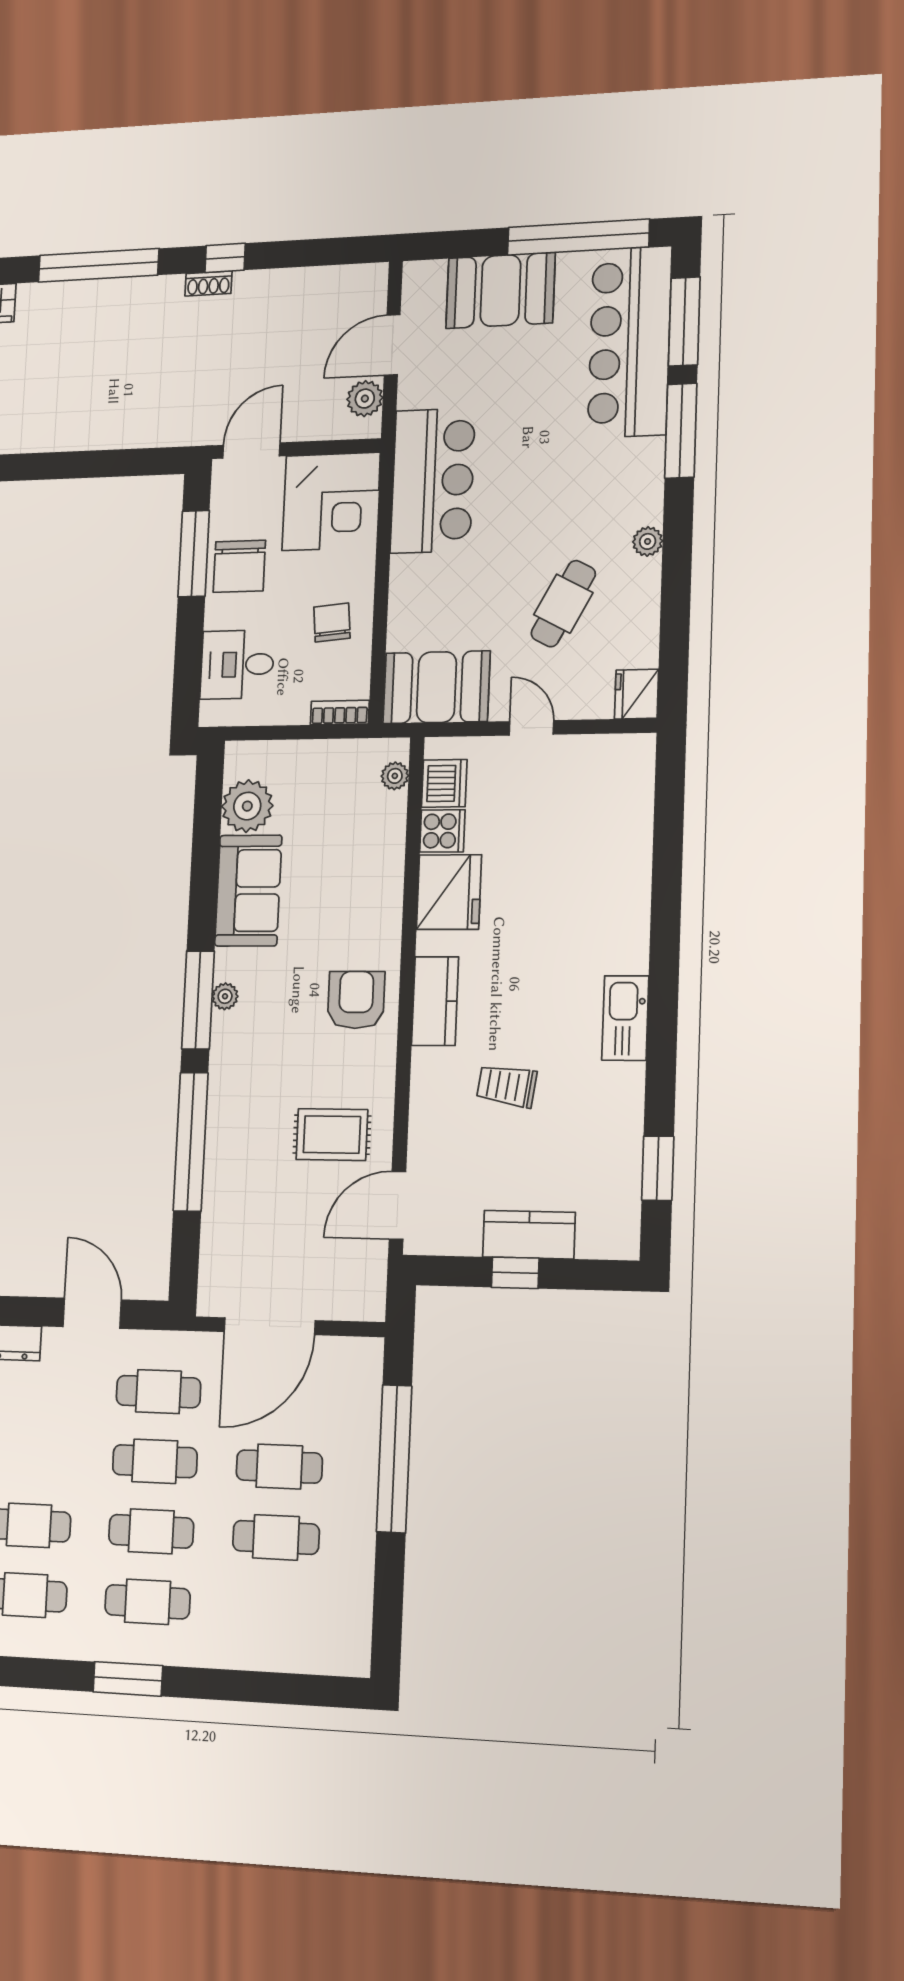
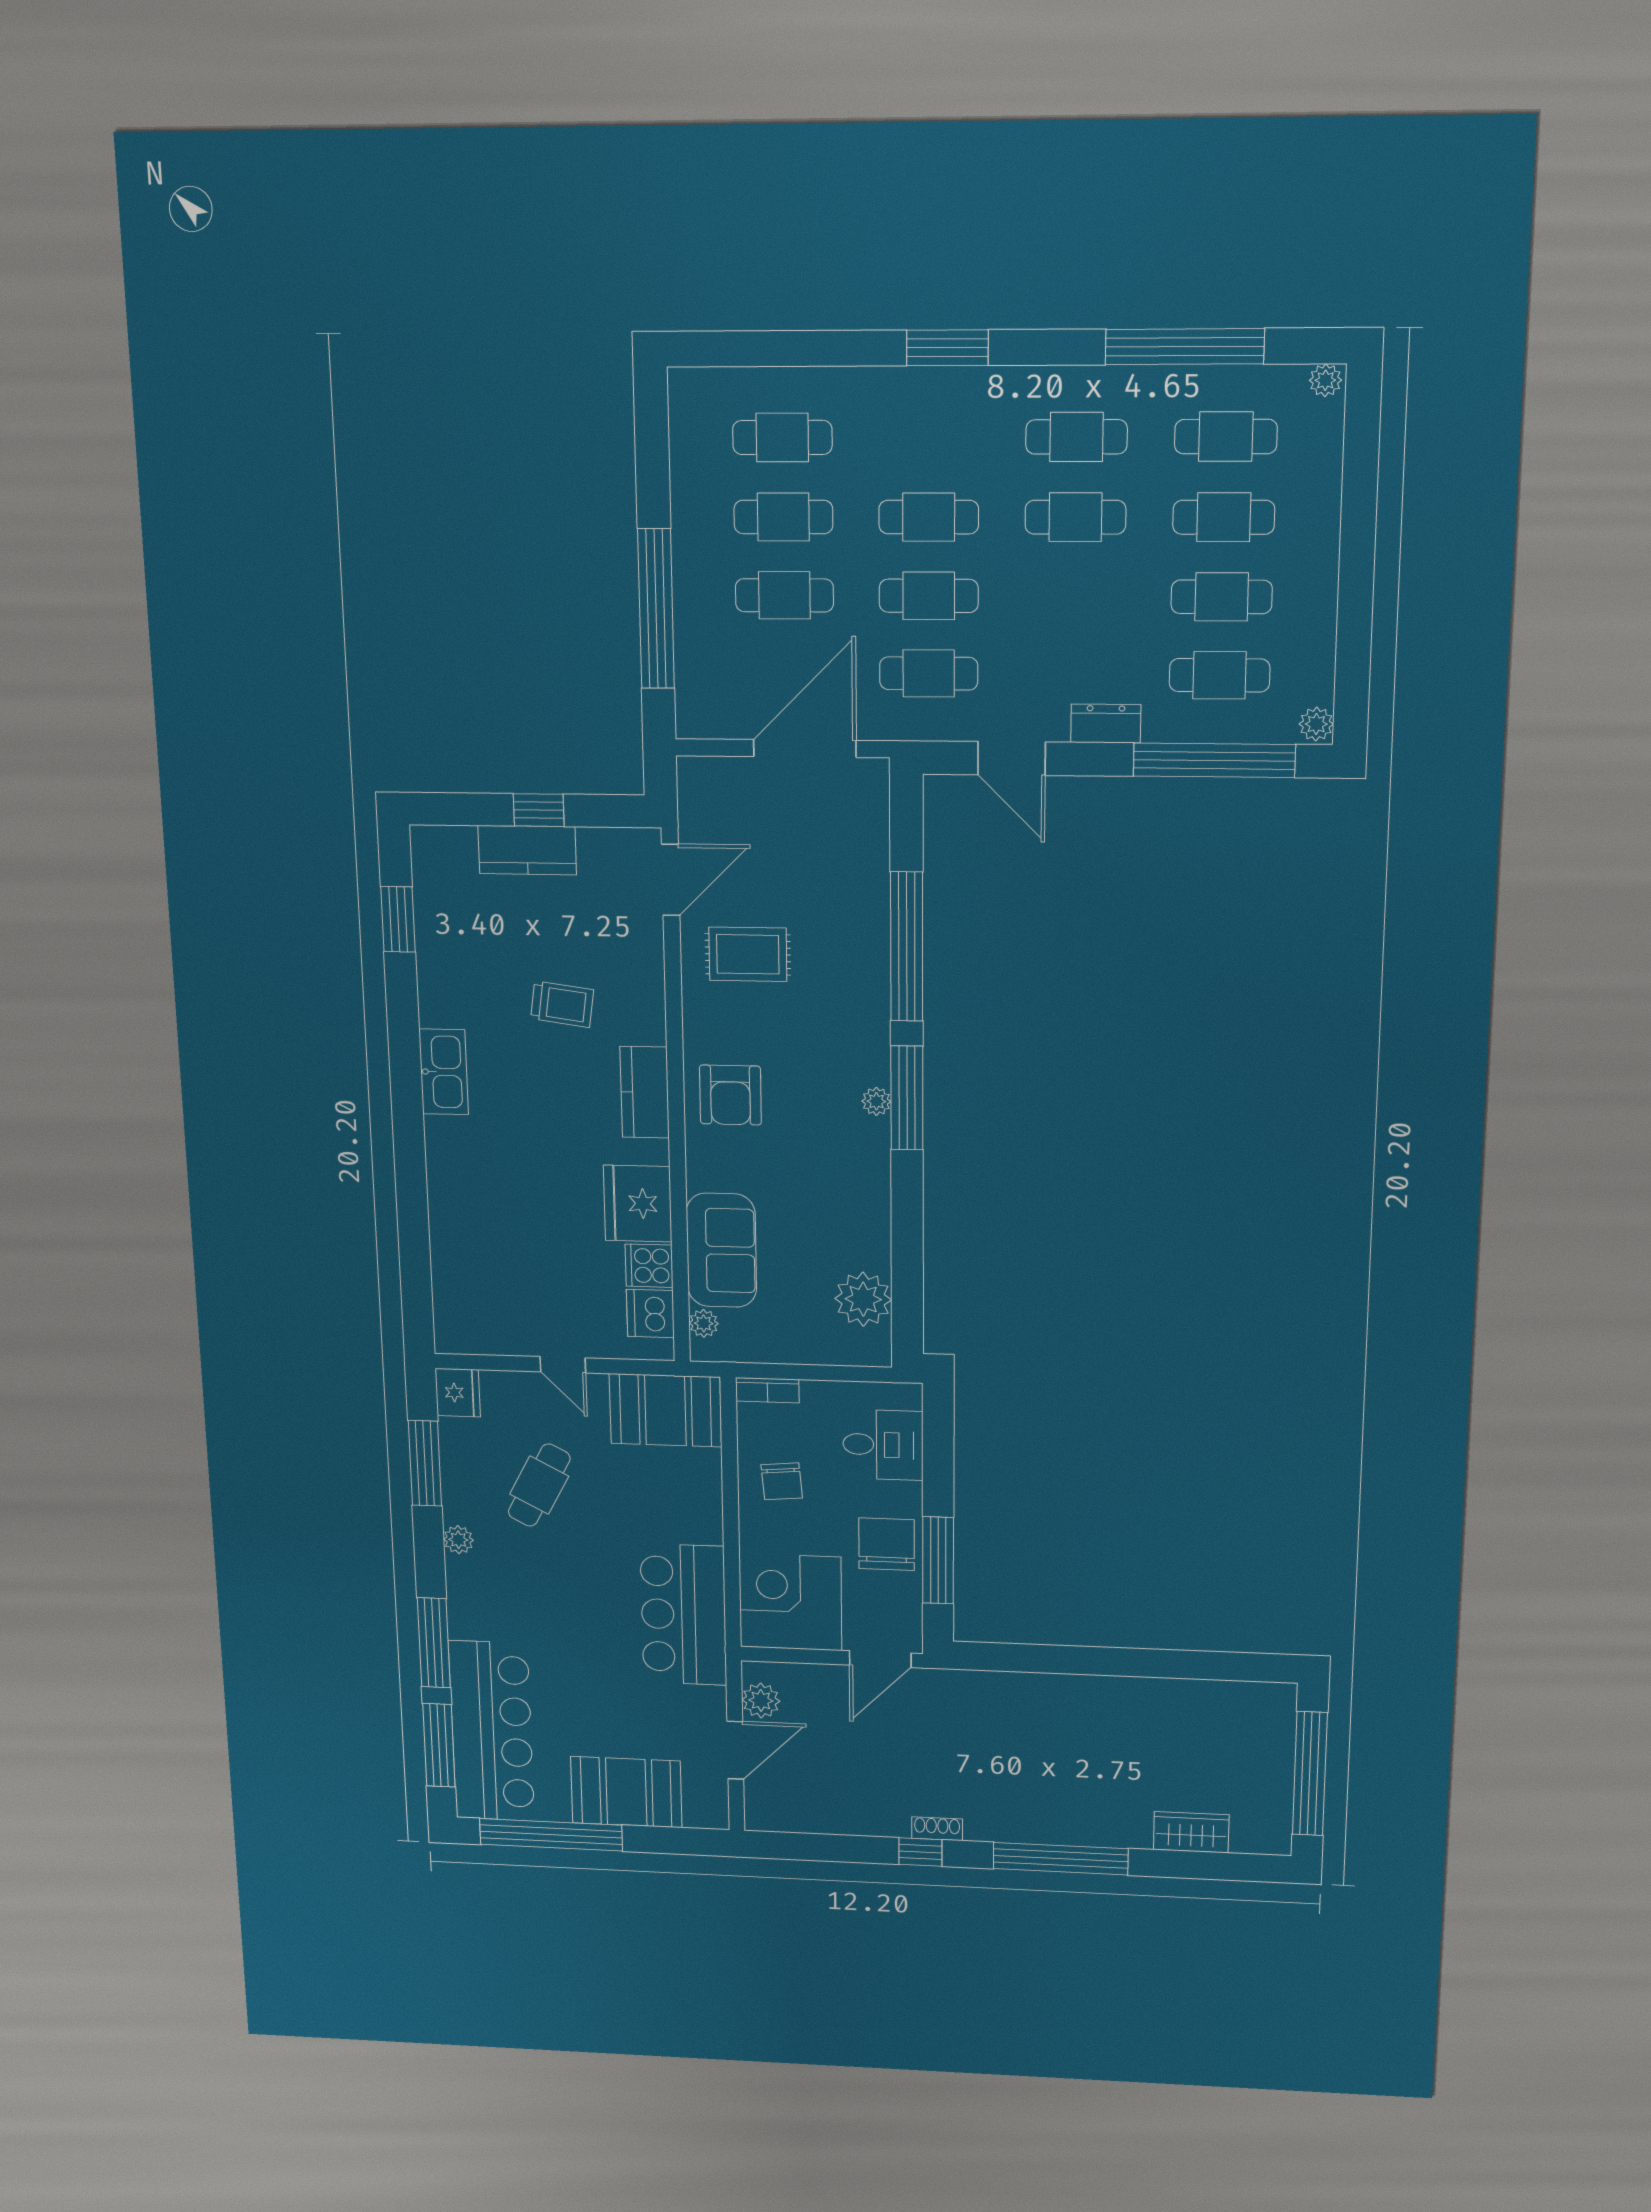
window: (675, 619) -> (425, 1463), added
sofa: (248, 891) -> (721, 1250), moved, turned 180
cafe table: (148, 1602) -> (782, 437), moved

